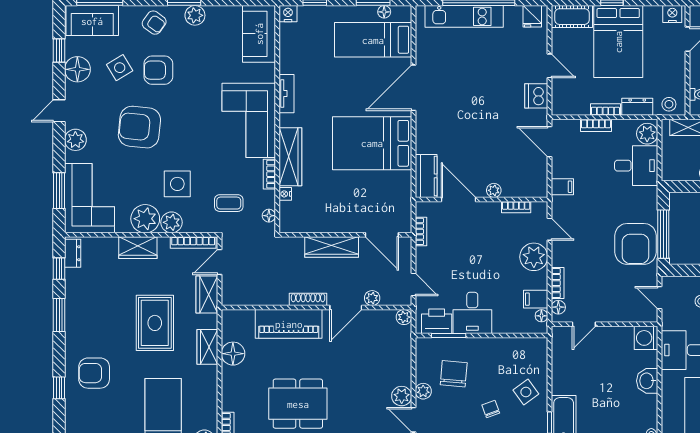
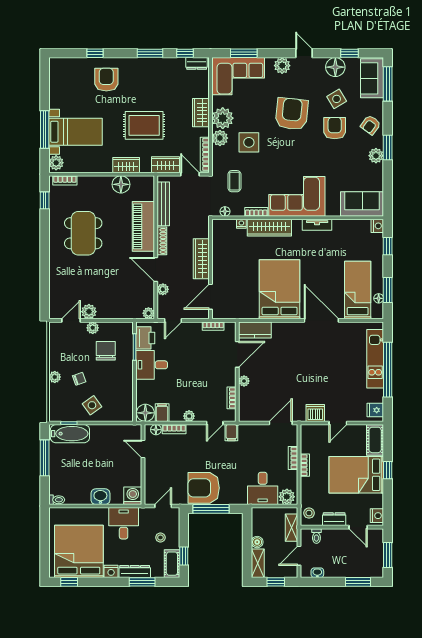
dresser: (637, 107) -> (334, 519), moved, turned -90
filing cabinet: (562, 187) -> (231, 433), moved
plant: (534, 257) -> (189, 416), width x0.53, depth x0.53
bench: (259, 298) -> (163, 204), added
floor lamp: (541, 316) -> (145, 413), width x1.89, depth x1.89
chair: (454, 374) -> (106, 351), turned -95

